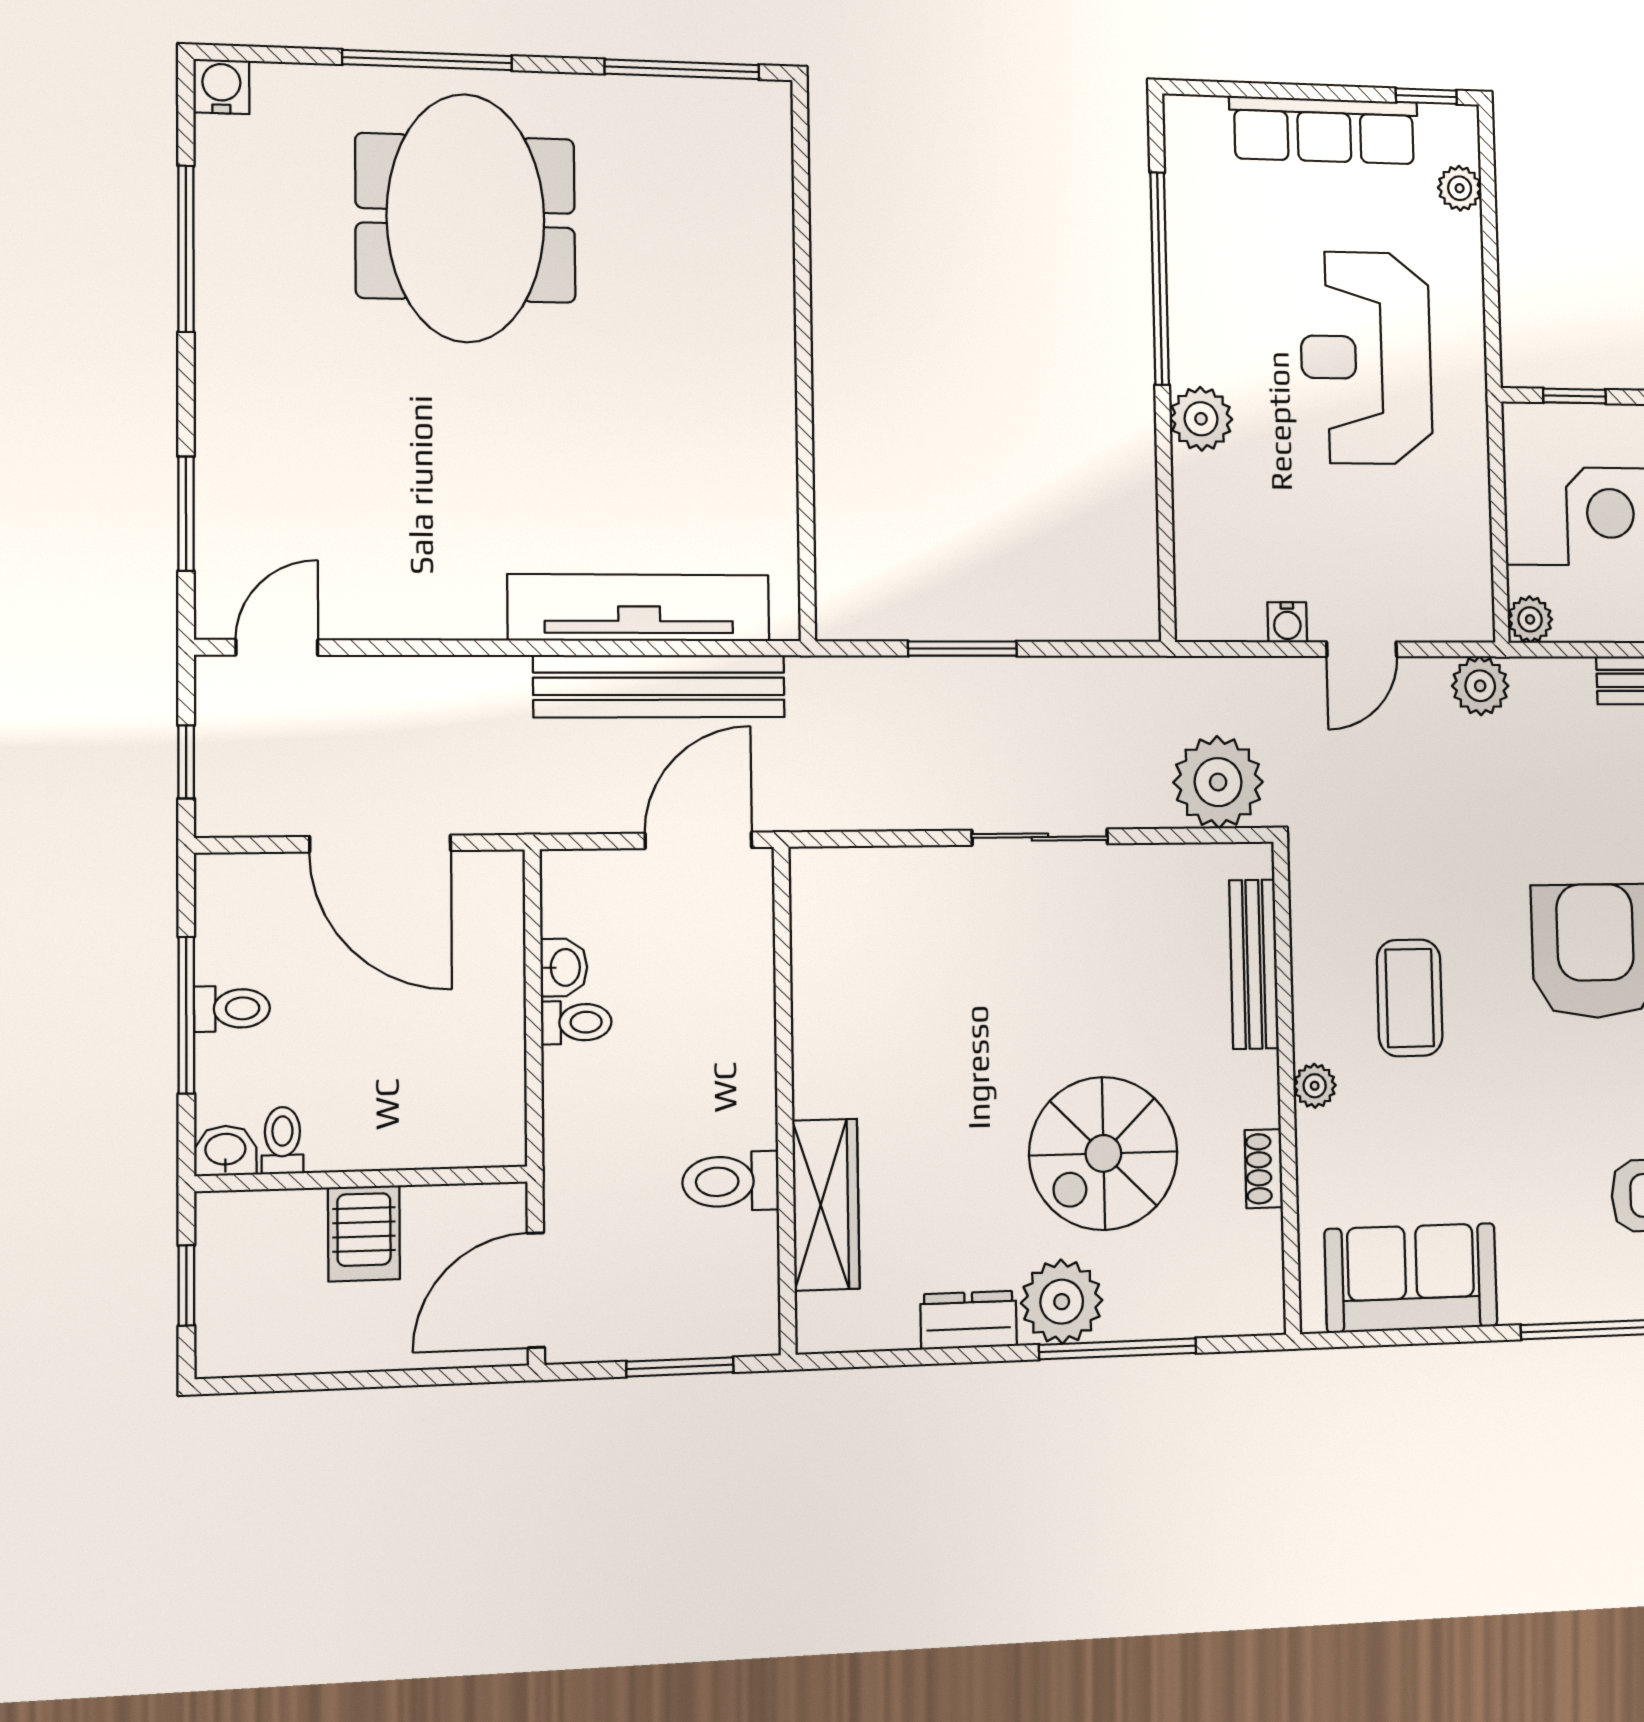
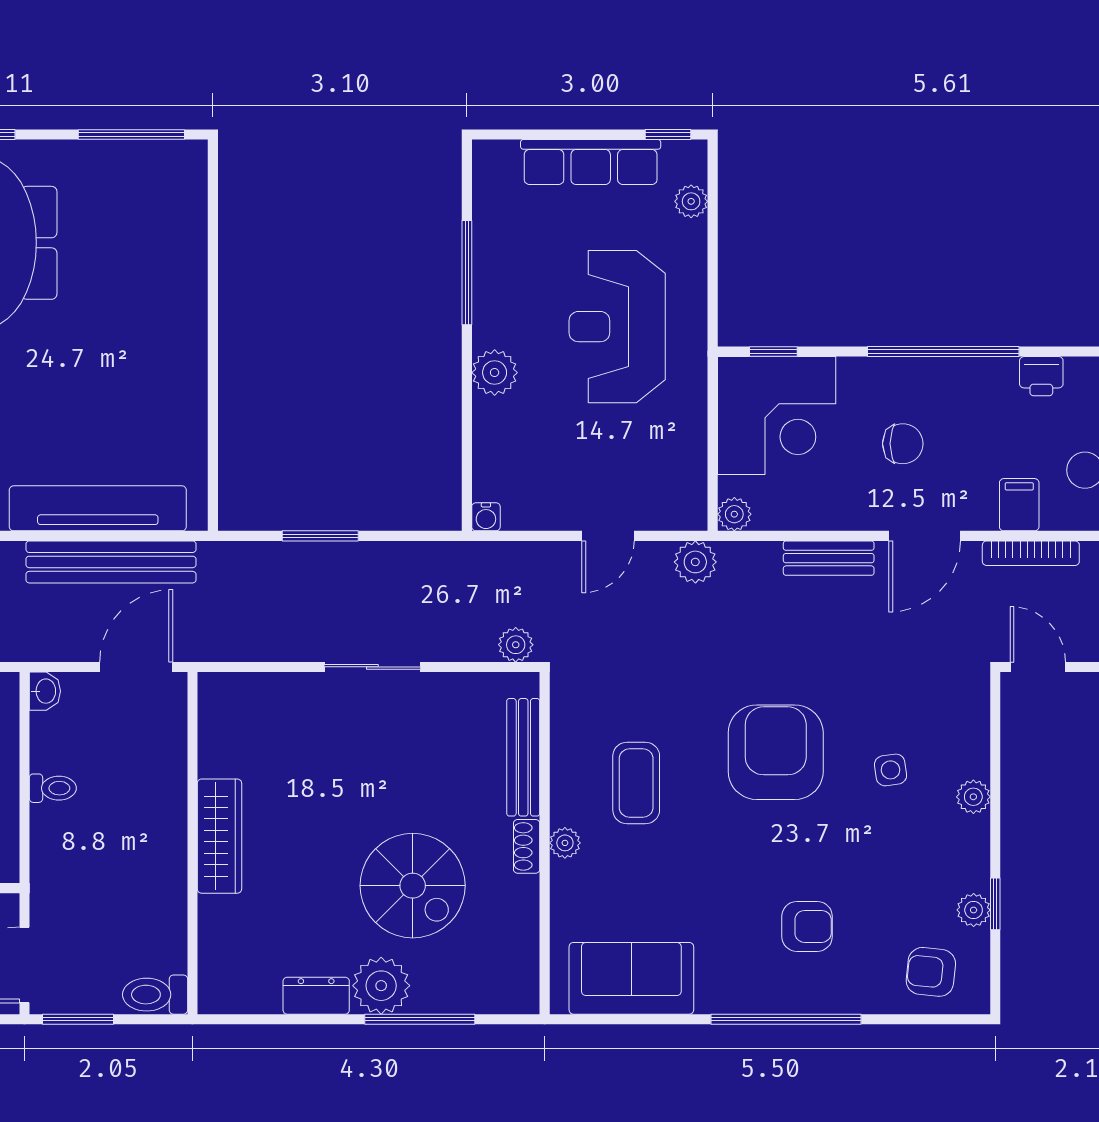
window: (1160, 278) -> (467, 273), width x0.68
water cooler: (1287, 622) -> (486, 517), moved
plant: (1218, 782) -> (516, 645), width x0.53, depth x0.53
washbasin: (564, 967) -> (45, 691), moved
spiral stairs: (1103, 1153) -> (413, 886), turned -90
shoe rack: (1264, 1169) -> (527, 846), moved
toilet: (731, 1181) -> (155, 995), moved
wardrobe: (826, 1205) -> (219, 836), moved
window: (680, 1367) -> (78, 1019), moved

